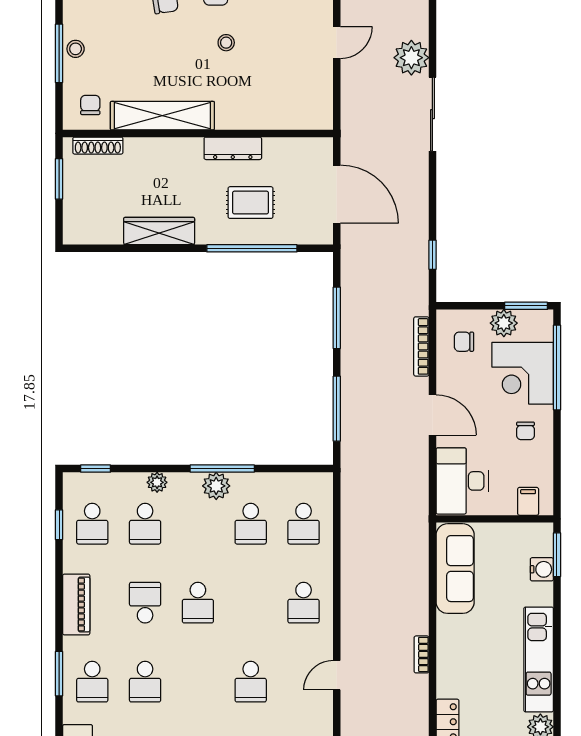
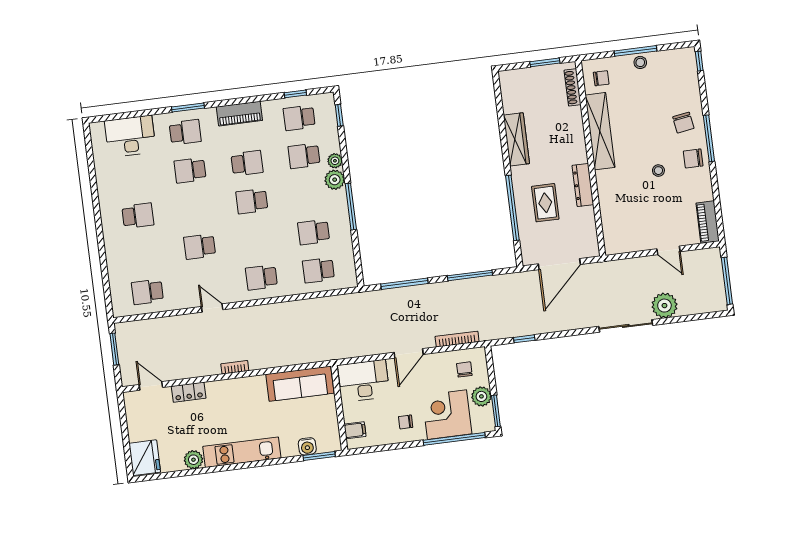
plant: (216, 486) -> (335, 180), moved
school desk: (92, 682) -> (185, 132), turned 180

